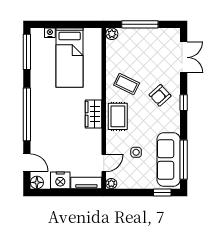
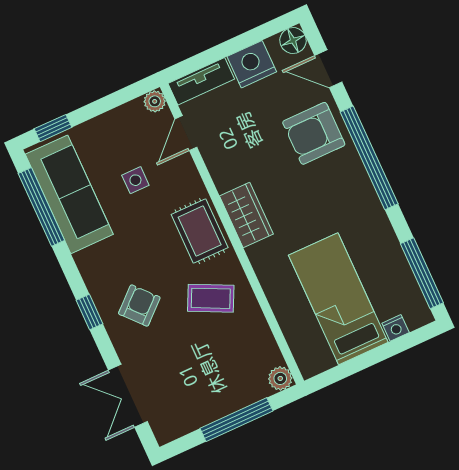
armchair: (47, 137) -> (314, 133), added

